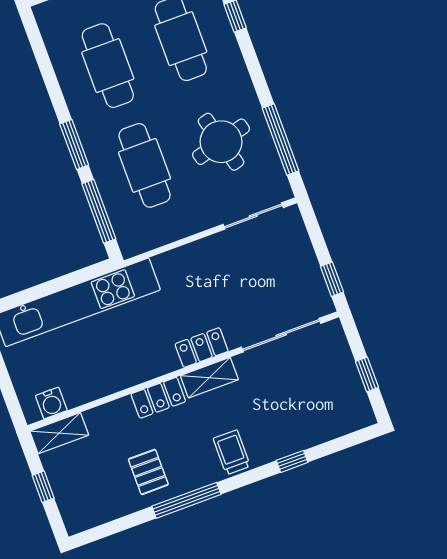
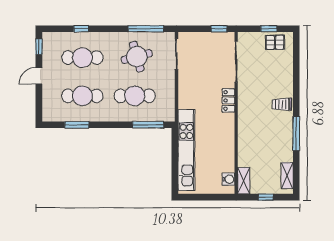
window: (74, 144) -> (77, 125), moved
shelving: (209, 378) -> (287, 176), moved
locker: (158, 398) -> (244, 129), removed
window: (292, 461) -> (296, 78), removed
pallet: (148, 472) -> (275, 42), moved

